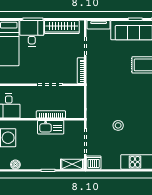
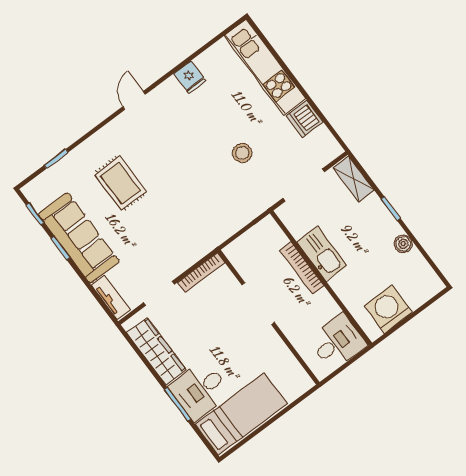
dishwasher: (94, 163) -> (305, 119), moved
boiler: (15, 165) -> (403, 244), moved

